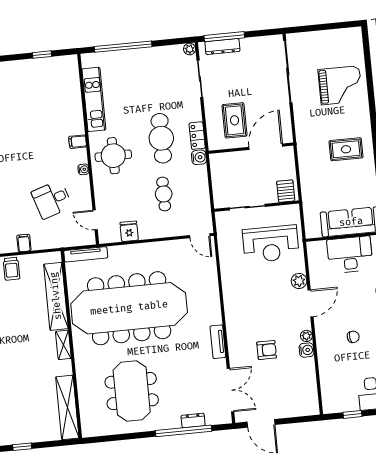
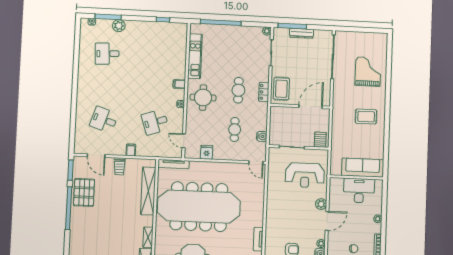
dresser: (222, 47) -> (301, 33), moved
grand piano: (340, 85) -> (368, 72), turned -90
rug: (235, 120) -> (281, 89), moved
cafe table: (161, 138) -> (238, 90), width x0.73, depth x0.74
water cooler: (199, 157) -> (262, 136), moved
shelving: (63, 345) -> (148, 237), moved

